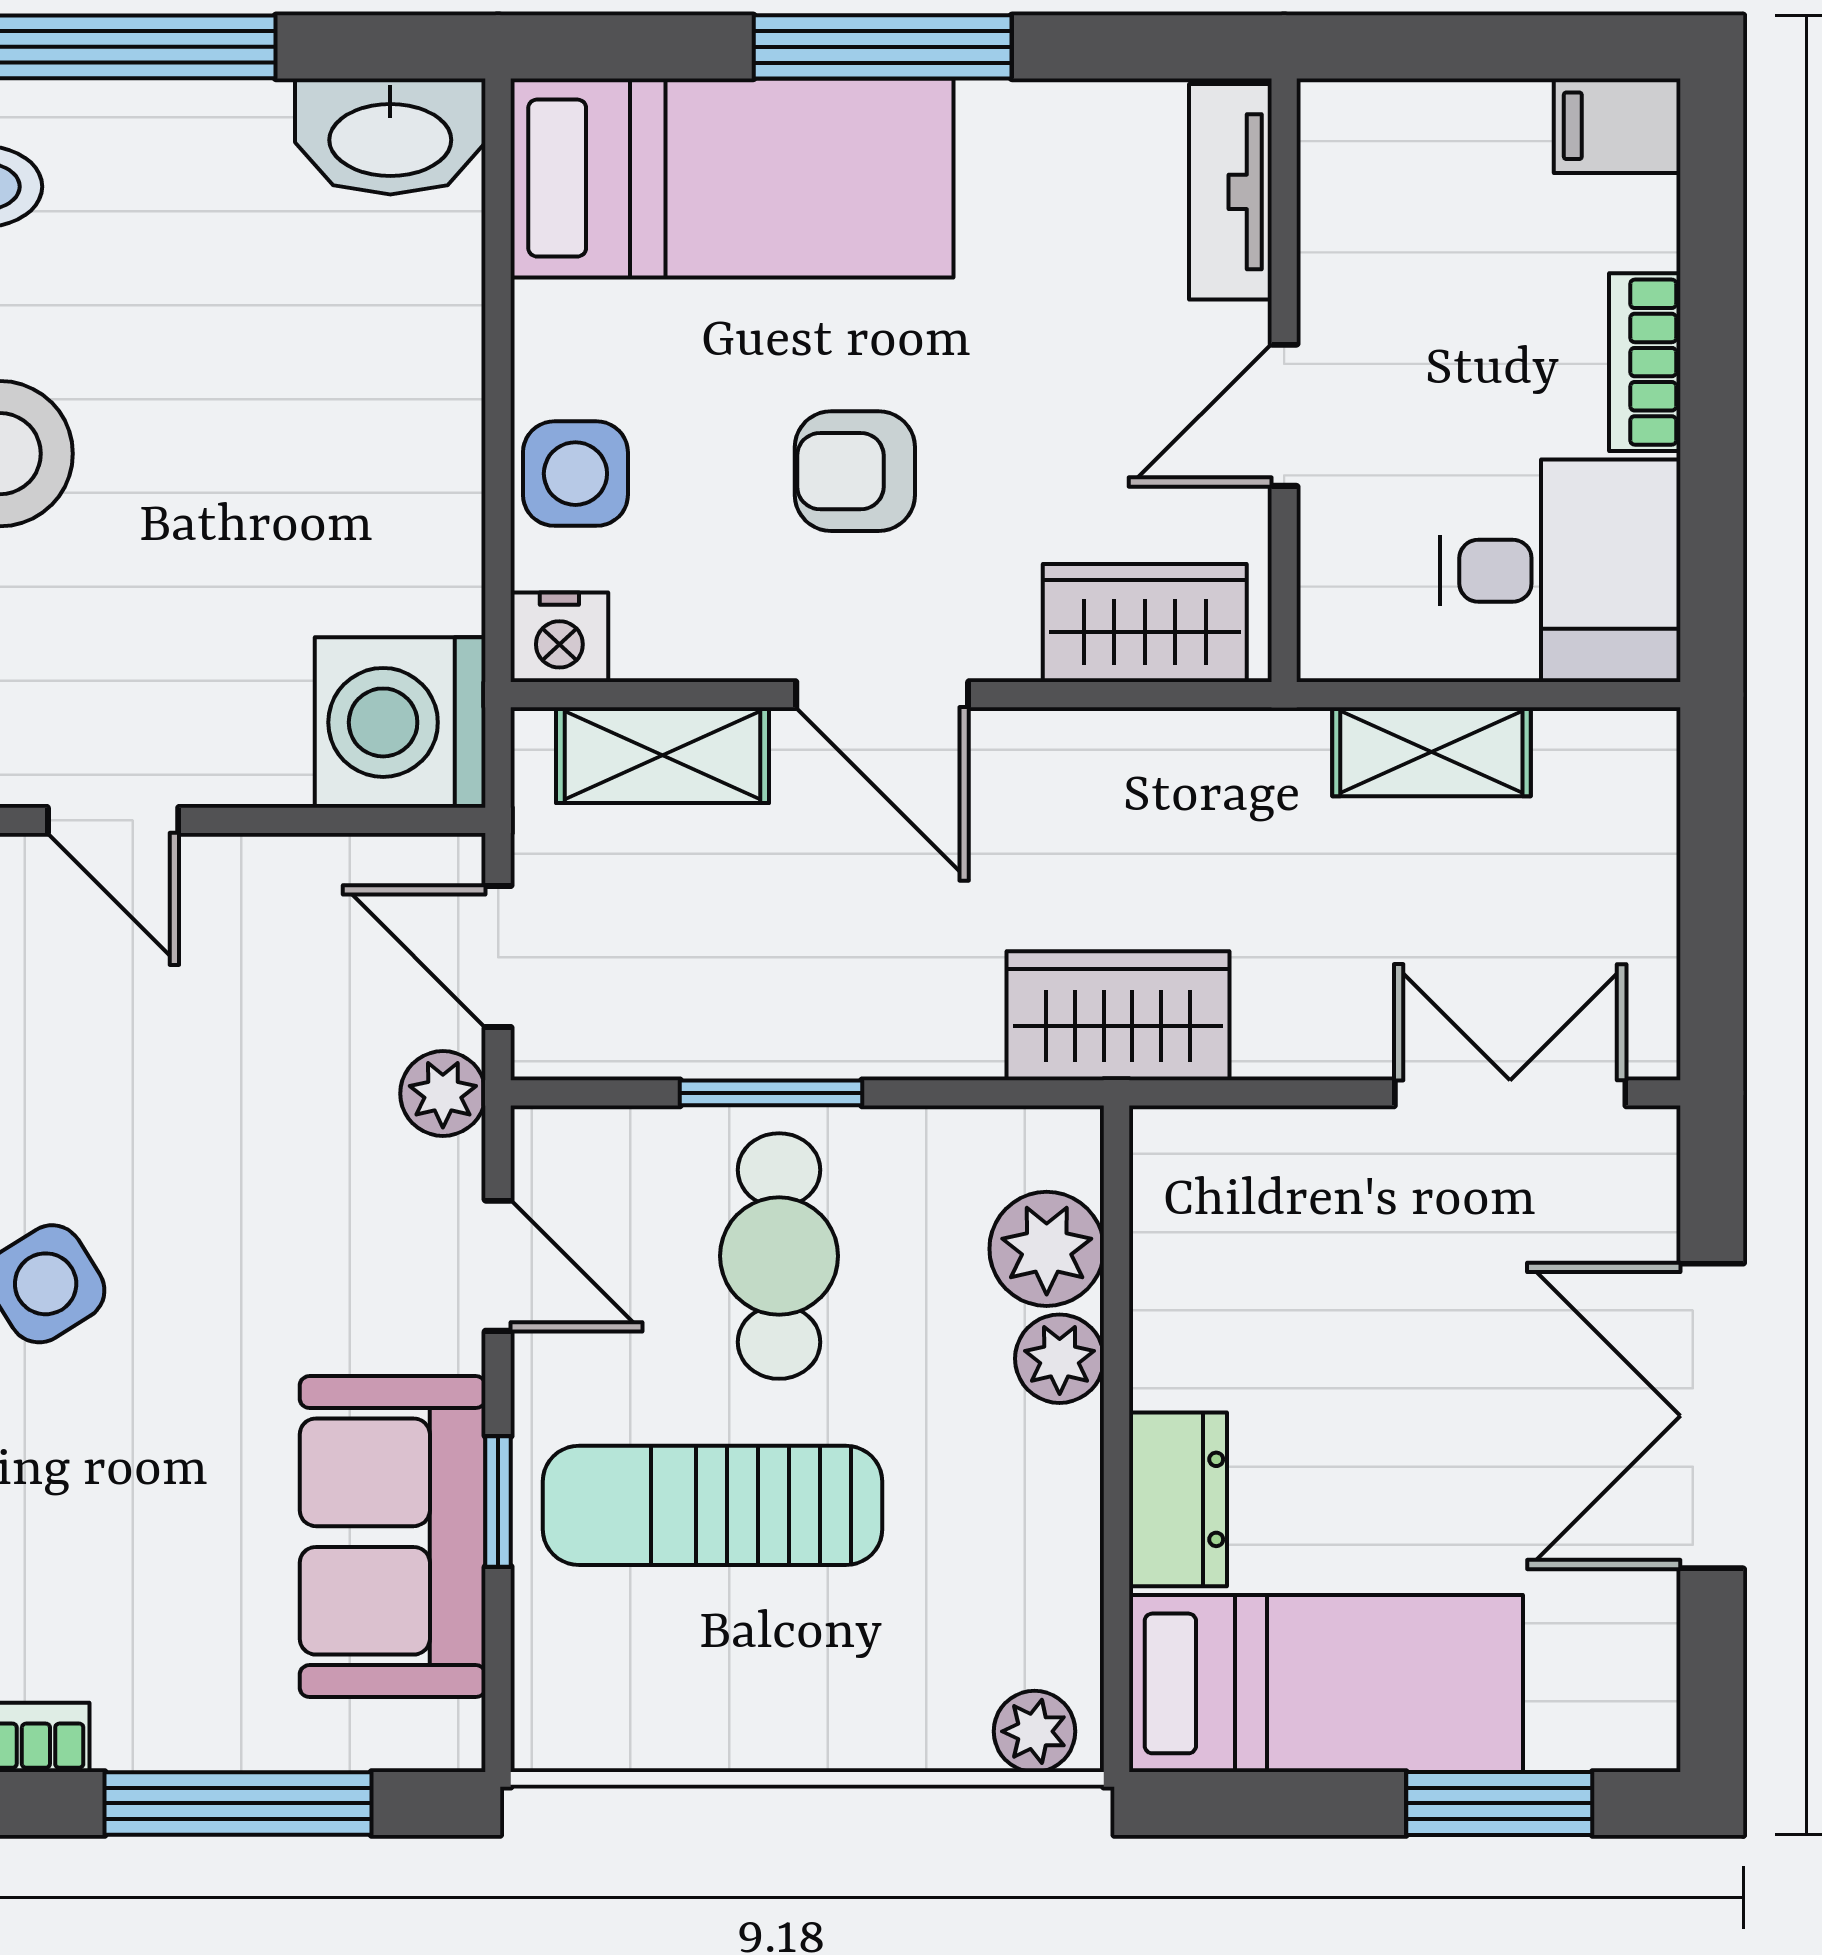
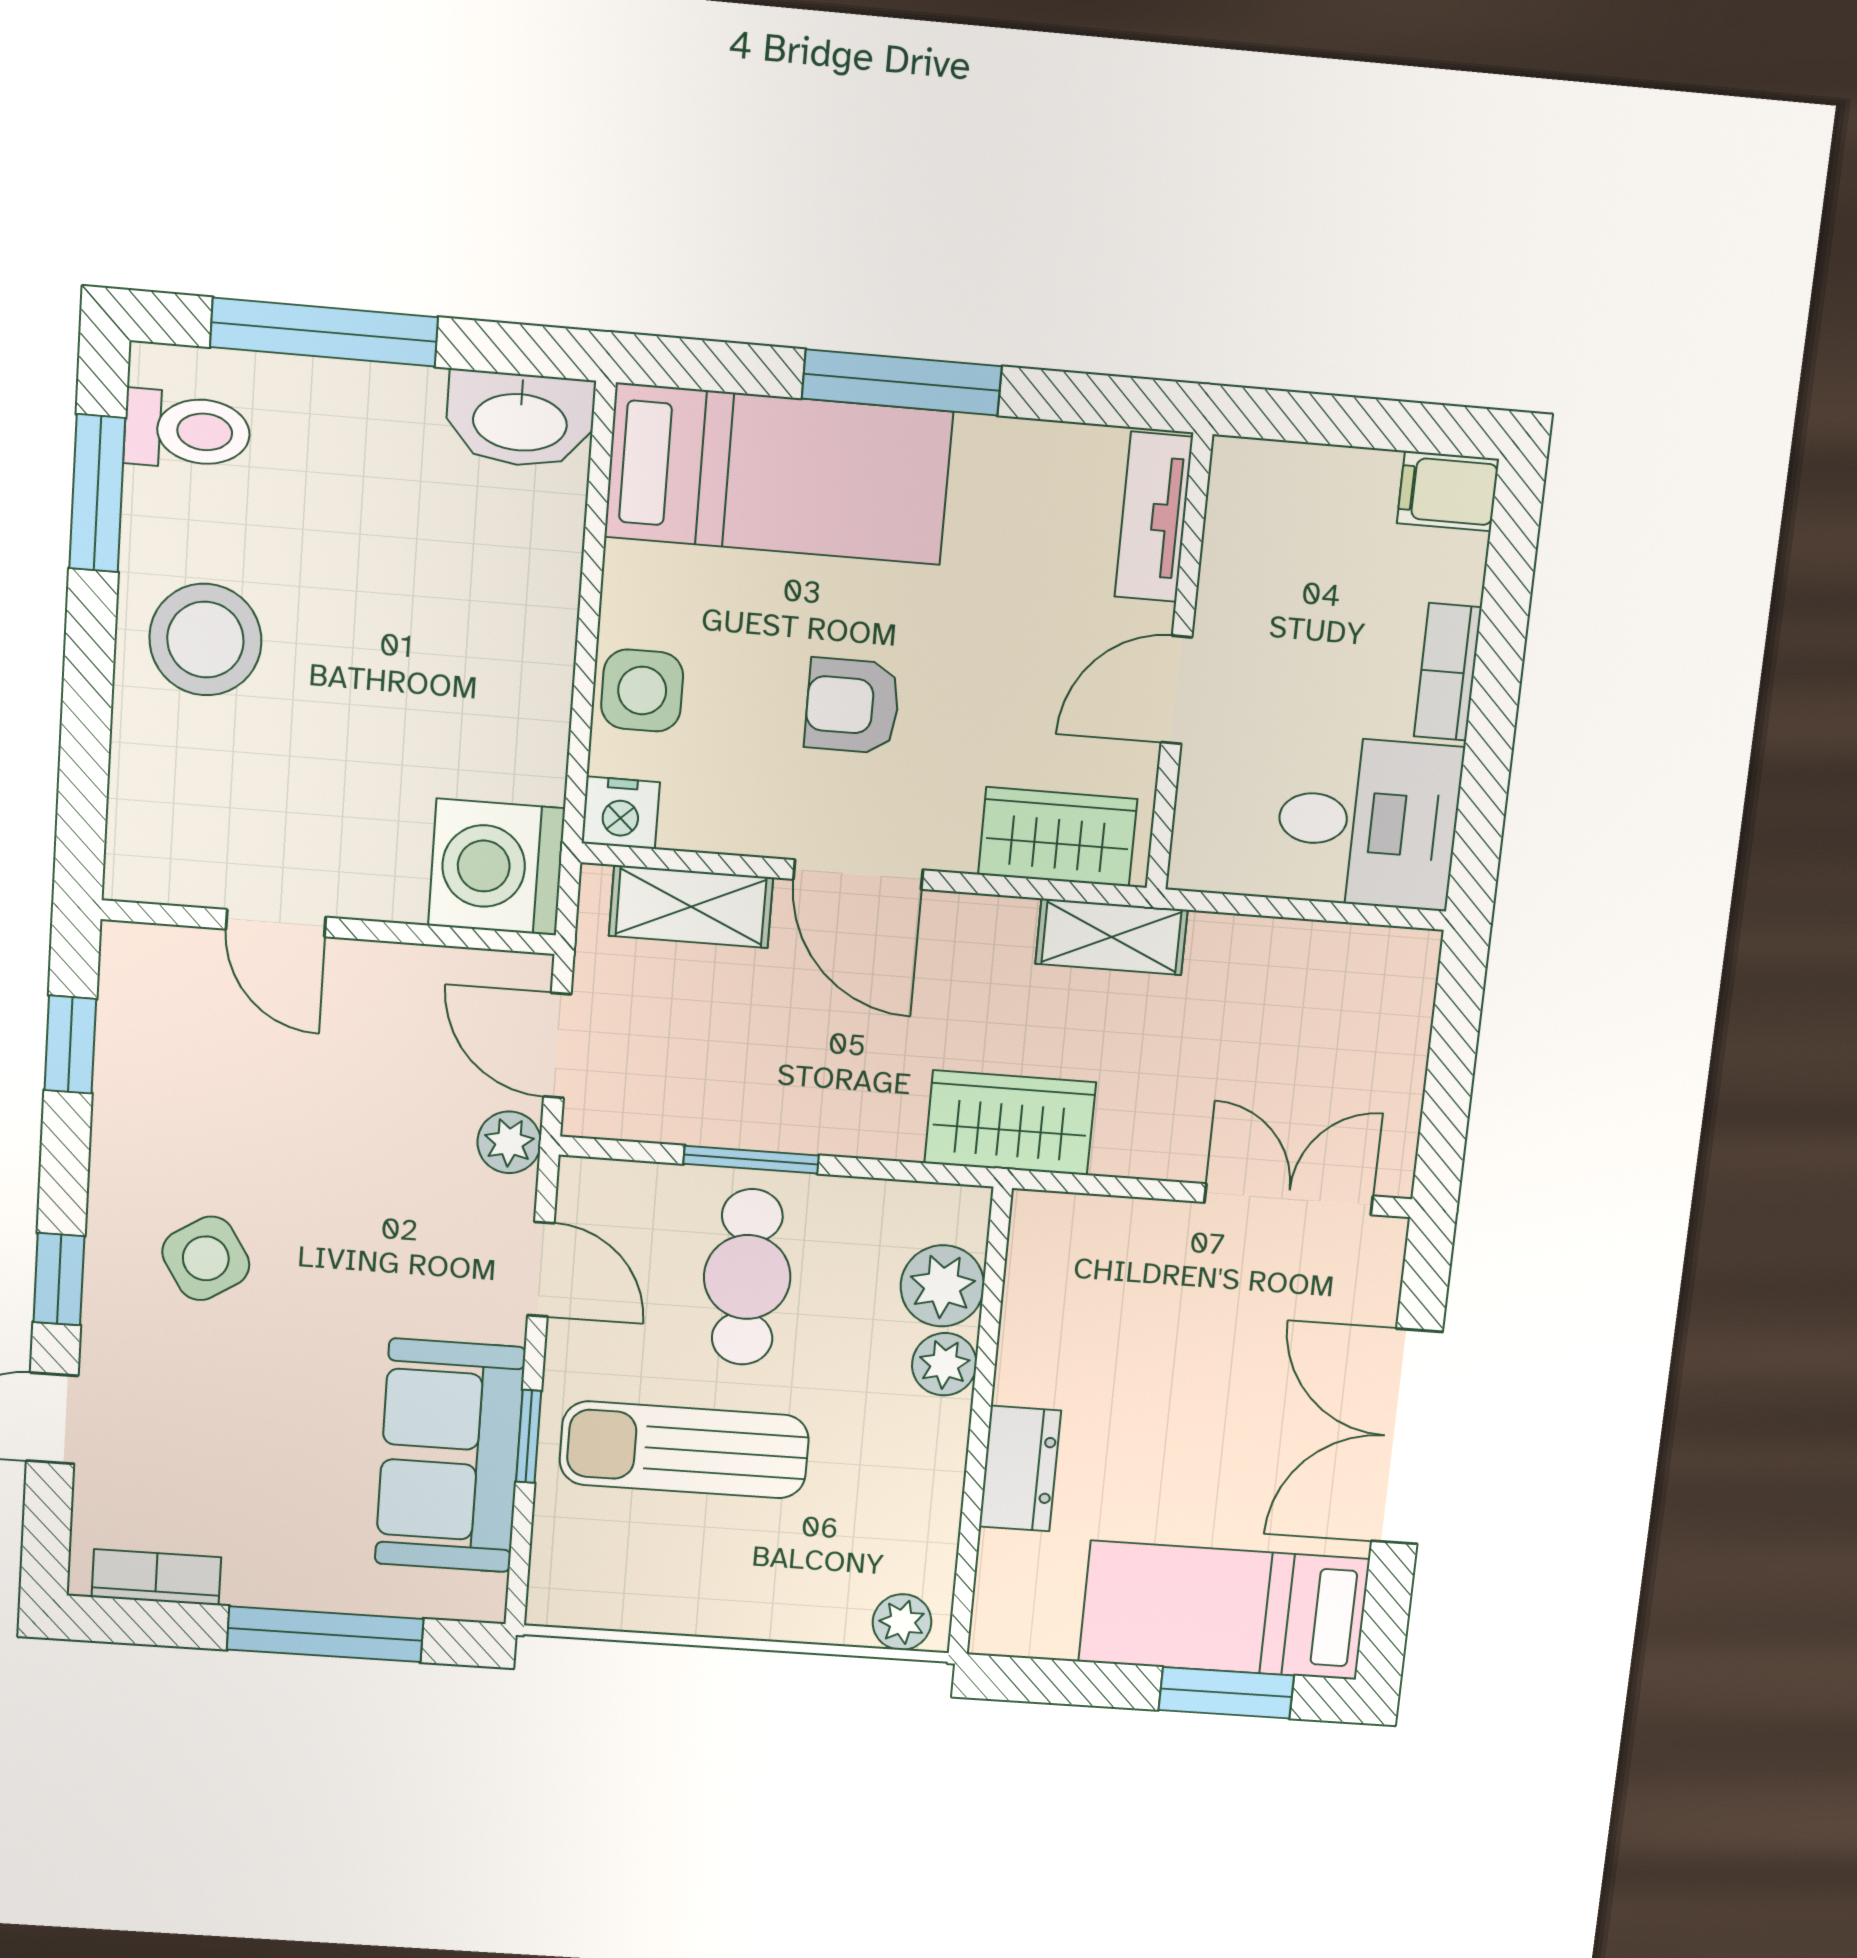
shelving: (1431, 752) -> (1111, 937), moved
bed: (1326, 1683) -> (1224, 1610), moved, turned 180

